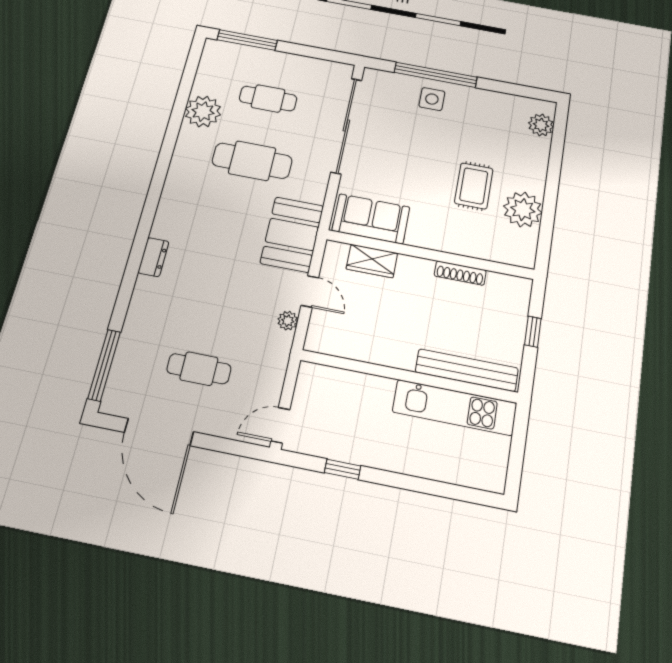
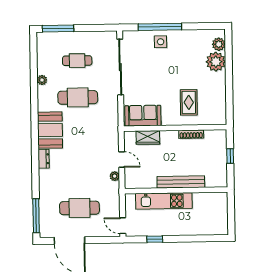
plant: (203, 112) -> (42, 80), width x0.53, depth x0.53
rug: (474, 186) -> (189, 102), moved
plant: (523, 209) -> (216, 62), moved
booth: (292, 234) -> (50, 130), moved
cafe table: (199, 369) -> (79, 208), width x1.37, depth x1.35
bench: (467, 370) -> (181, 182), moved
kitchen unit: (455, 407) -> (164, 201), moved
door: (280, 425) -> (123, 226), hinge flipped

